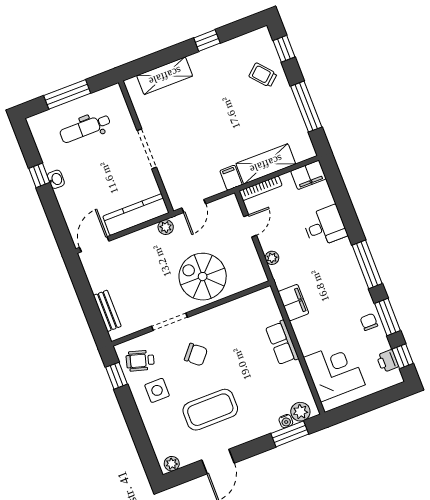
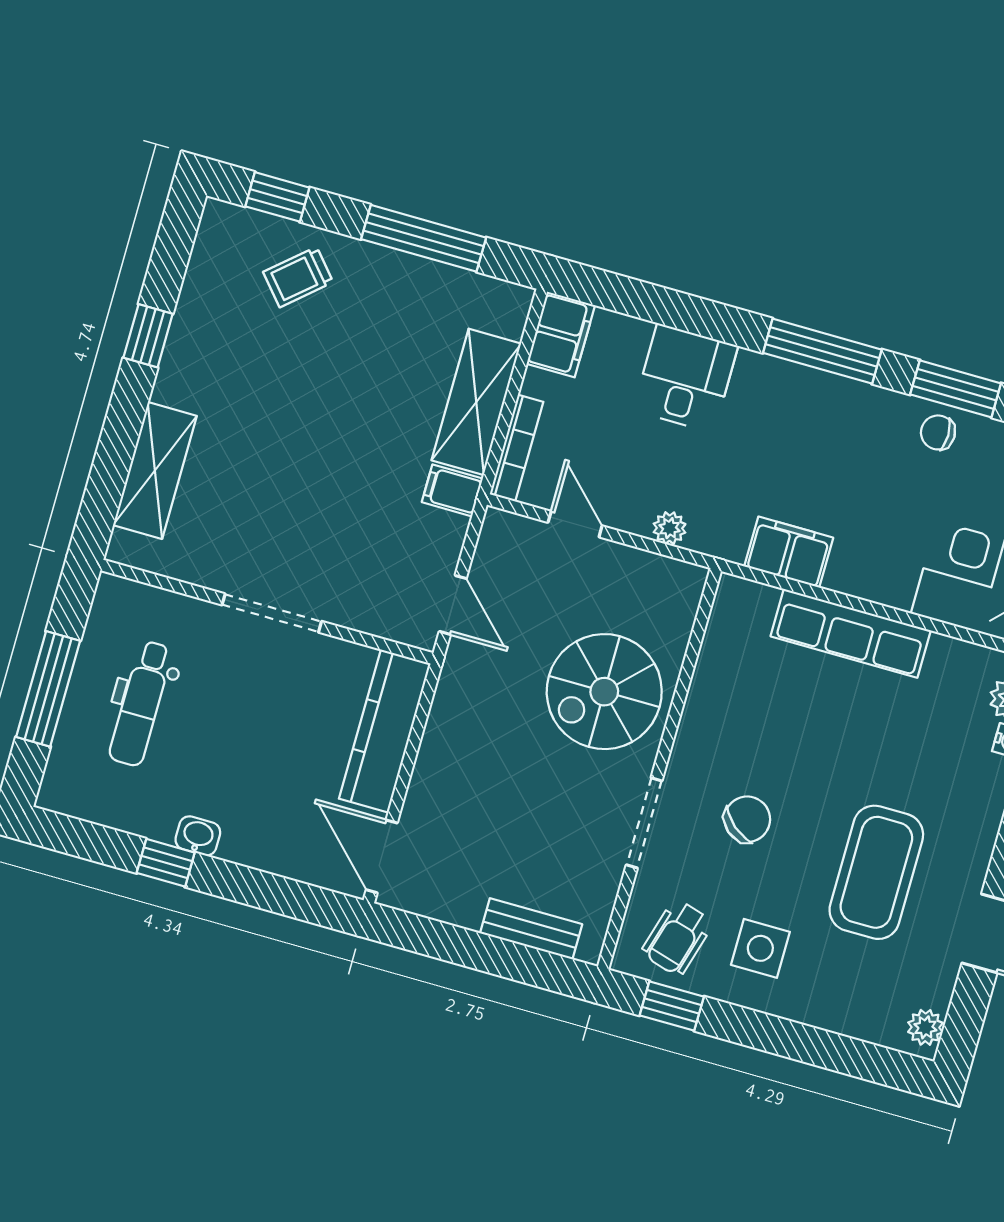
plant: (166, 227) -> (453, 691), removed
row of seats: (282, 343) -> (851, 633), width x1.48

